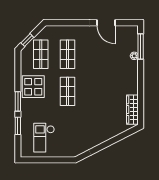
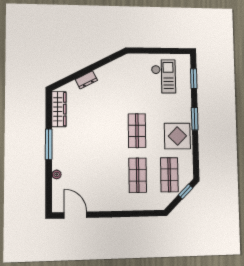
door: (106, 23) -> (75, 215), moved
window: (141, 46) -> (49, 144), moved
window: (18, 126) -> (194, 79), moved
dresser: (110, 134) -> (86, 80), added

